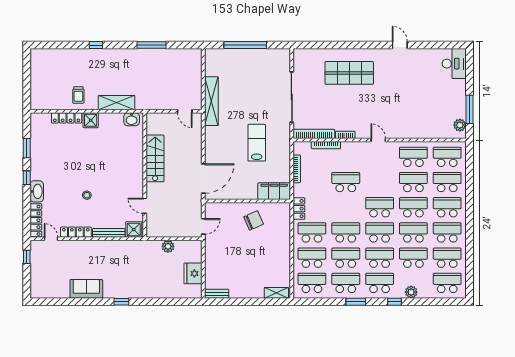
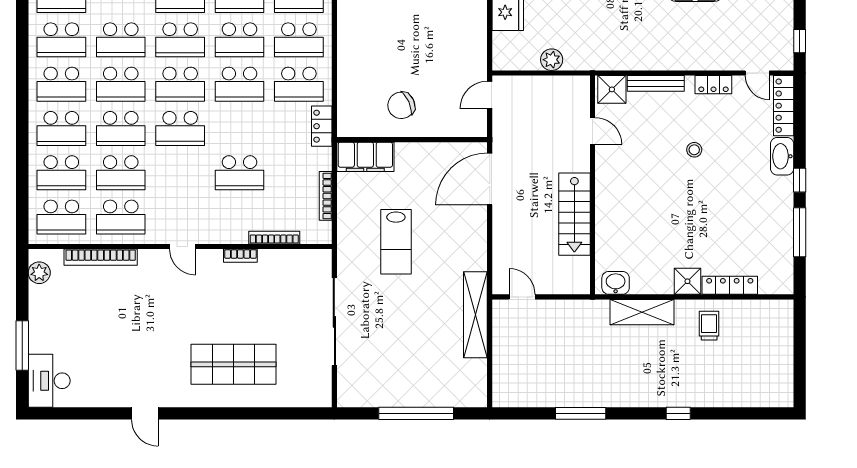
window: (469, 109) -> (22, 345), moved
bookcase: (314, 134) -> (101, 257), moved
window: (27, 148) -> (800, 232), width x1.44
locker: (76, 232) -> (713, 85), width x0.66

